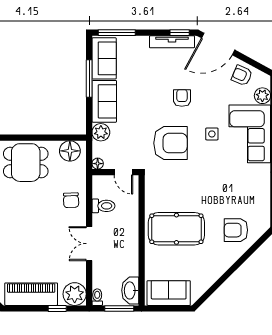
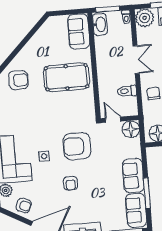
plant: (101, 132) -> (134, 150), removed
floor lamp: (98, 164) -> (131, 129), width x1.89, depth x1.89
sofa: (169, 293) -> (79, 31), moved, turned 90

